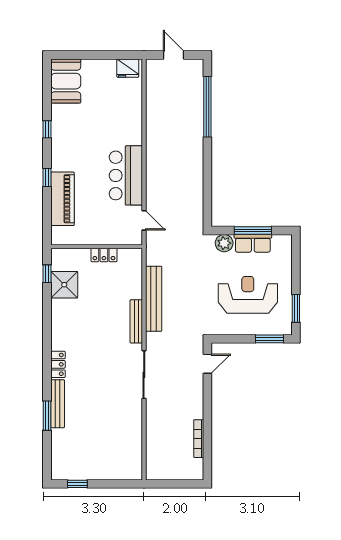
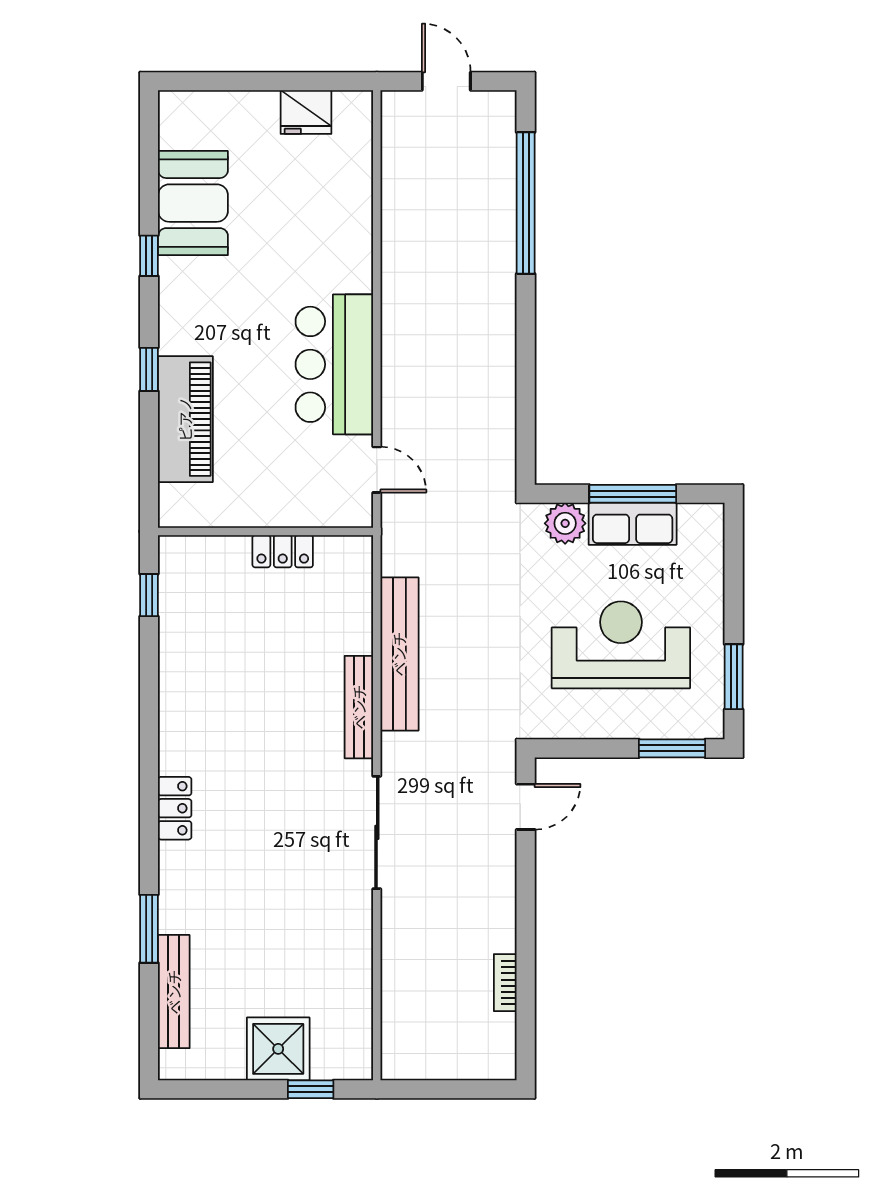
fridge: (128, 68) -> (306, 112), moved
booth: (66, 81) -> (193, 203), moved
shower: (64, 285) -> (278, 1049), moved
bench: (58, 404) -> (174, 992), moved
bookcase: (199, 439) -> (505, 983), width x0.64
window: (77, 484) -> (311, 1089), moved

